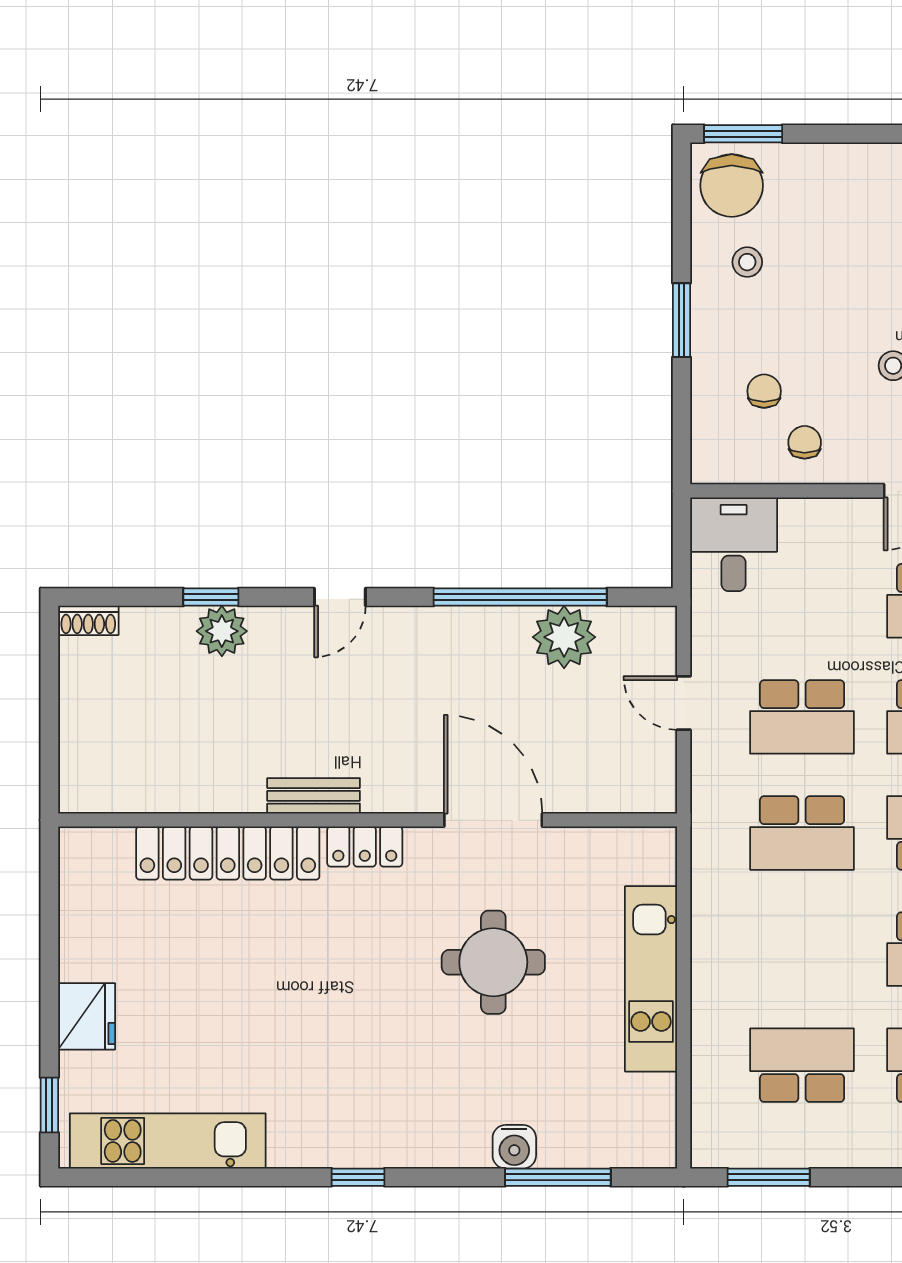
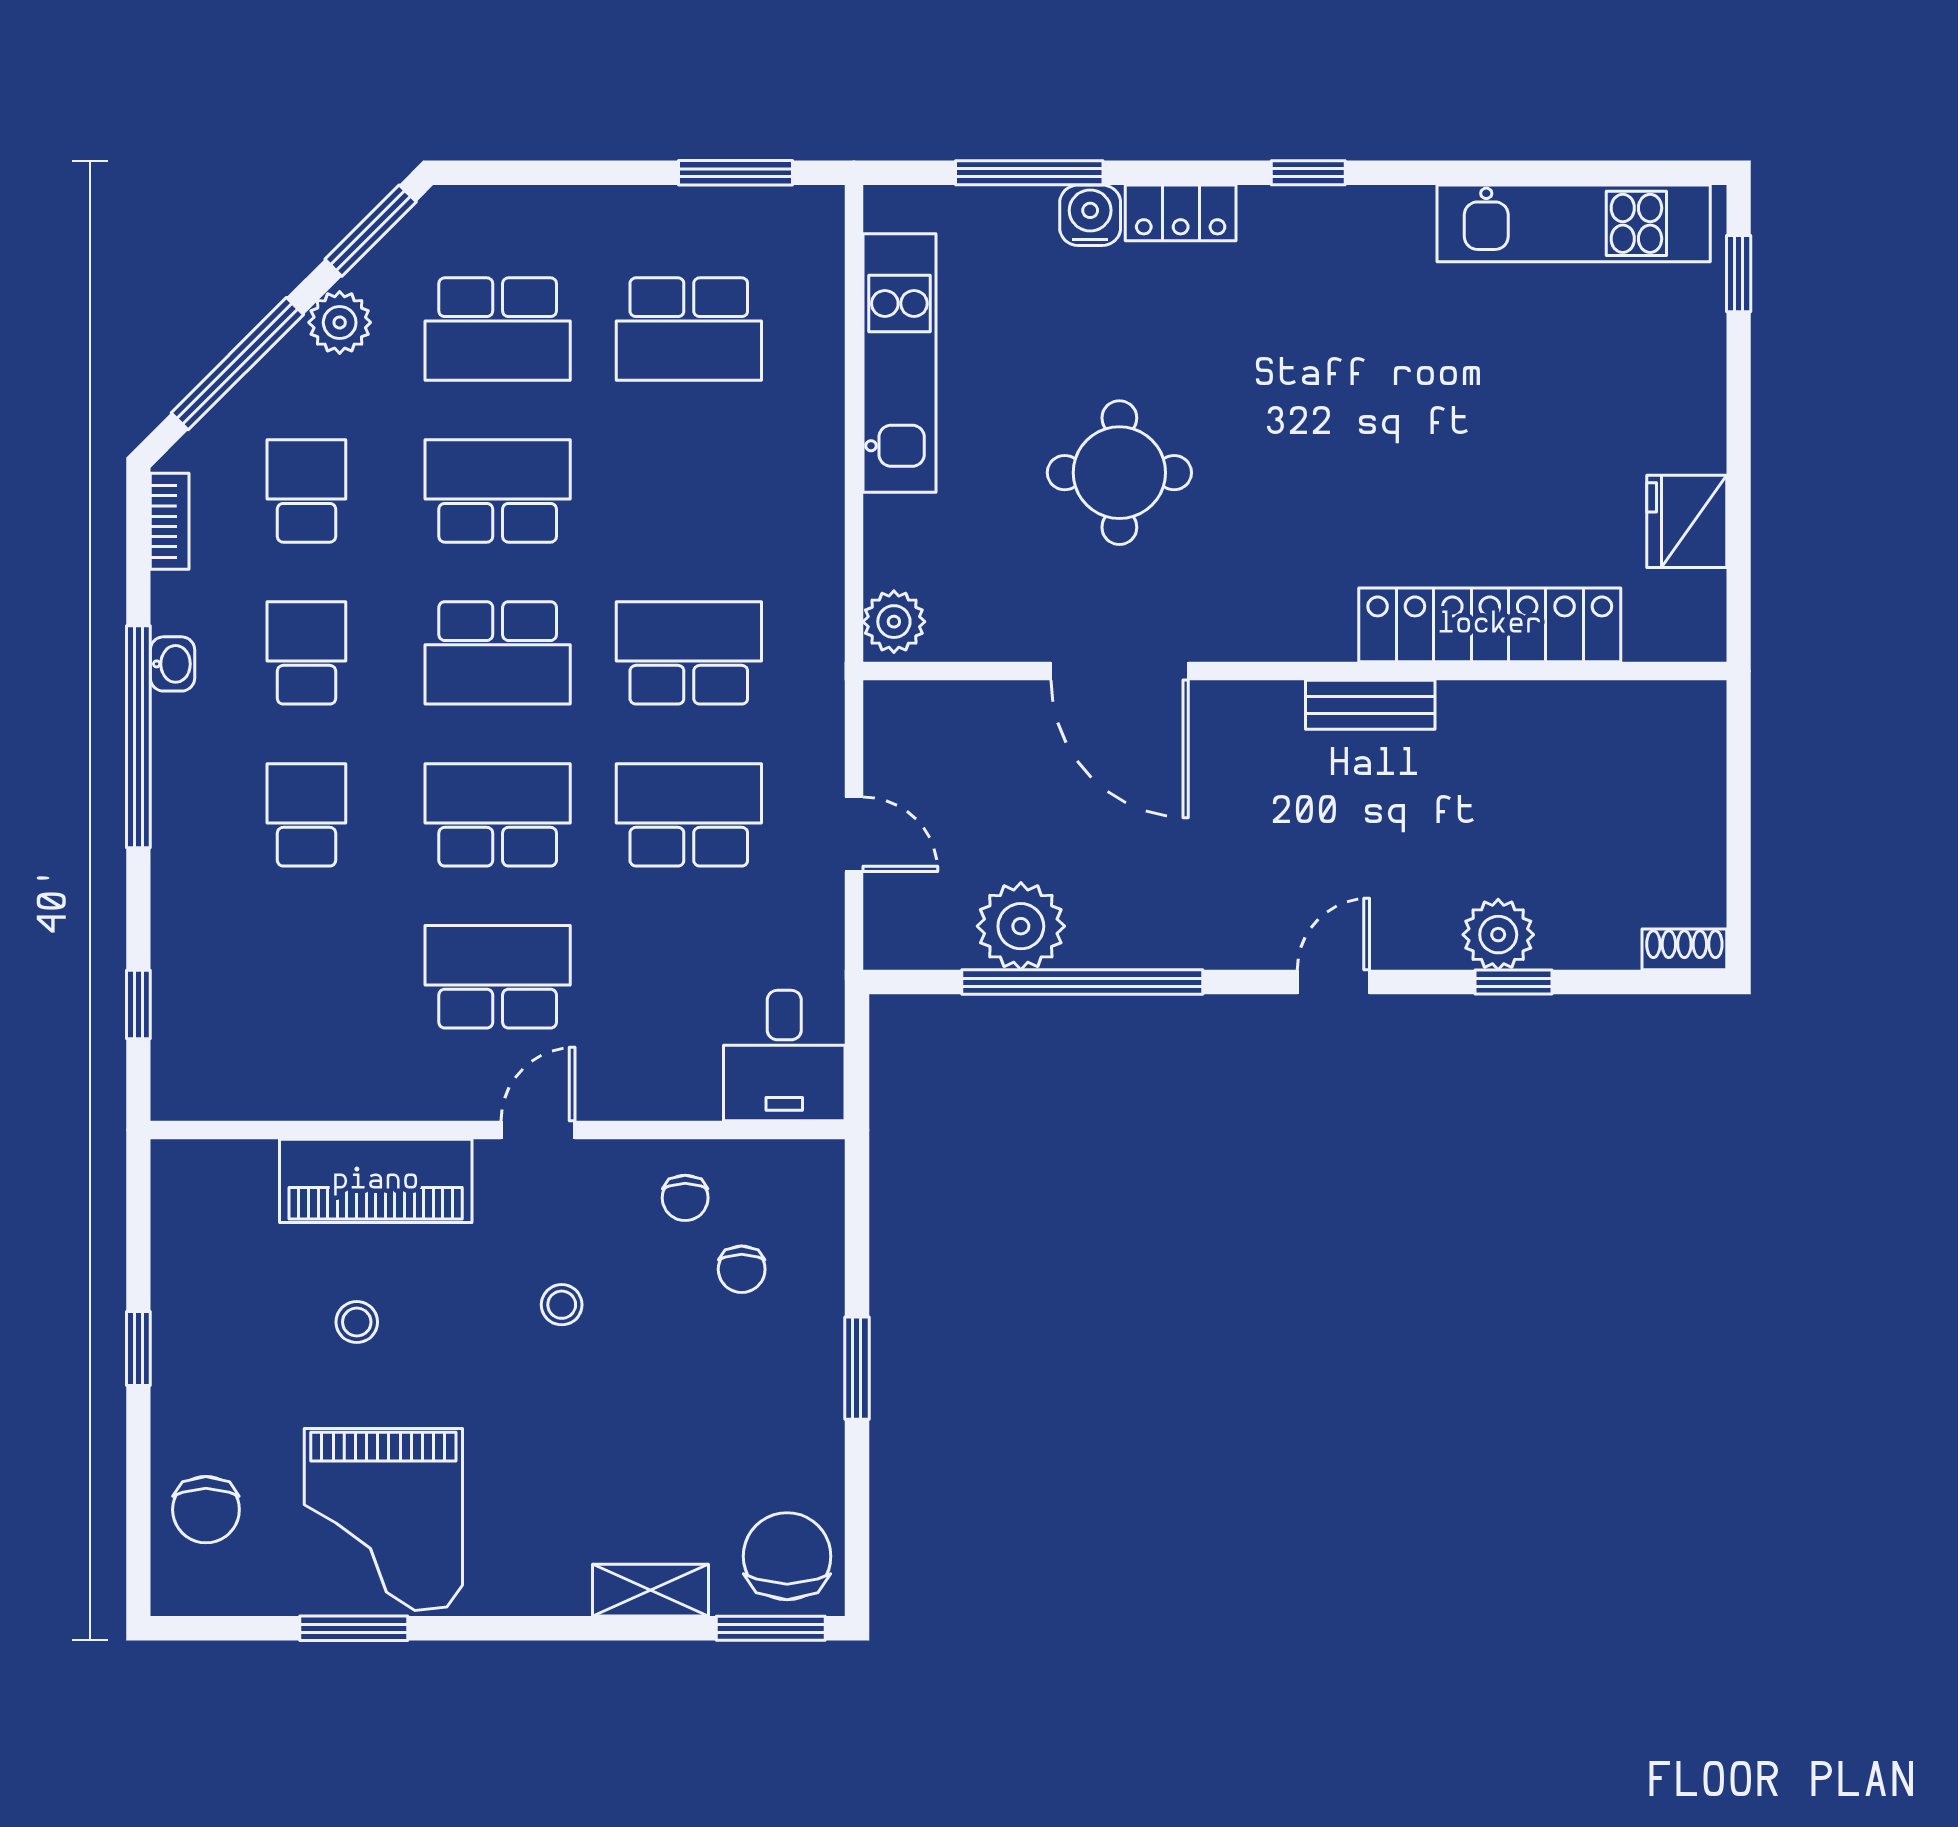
shelving: (830, 161) -> (650, 1590), added
stool: (747, 262) -> (765, 1449), removed
locker: (365, 847) -> (1181, 213), moved, turned 180
plant: (655, 855) -> (894, 622), added
kitchen unit: (651, 979) -> (899, 363), moved
fridge: (87, 1016) -> (1687, 521), moved

